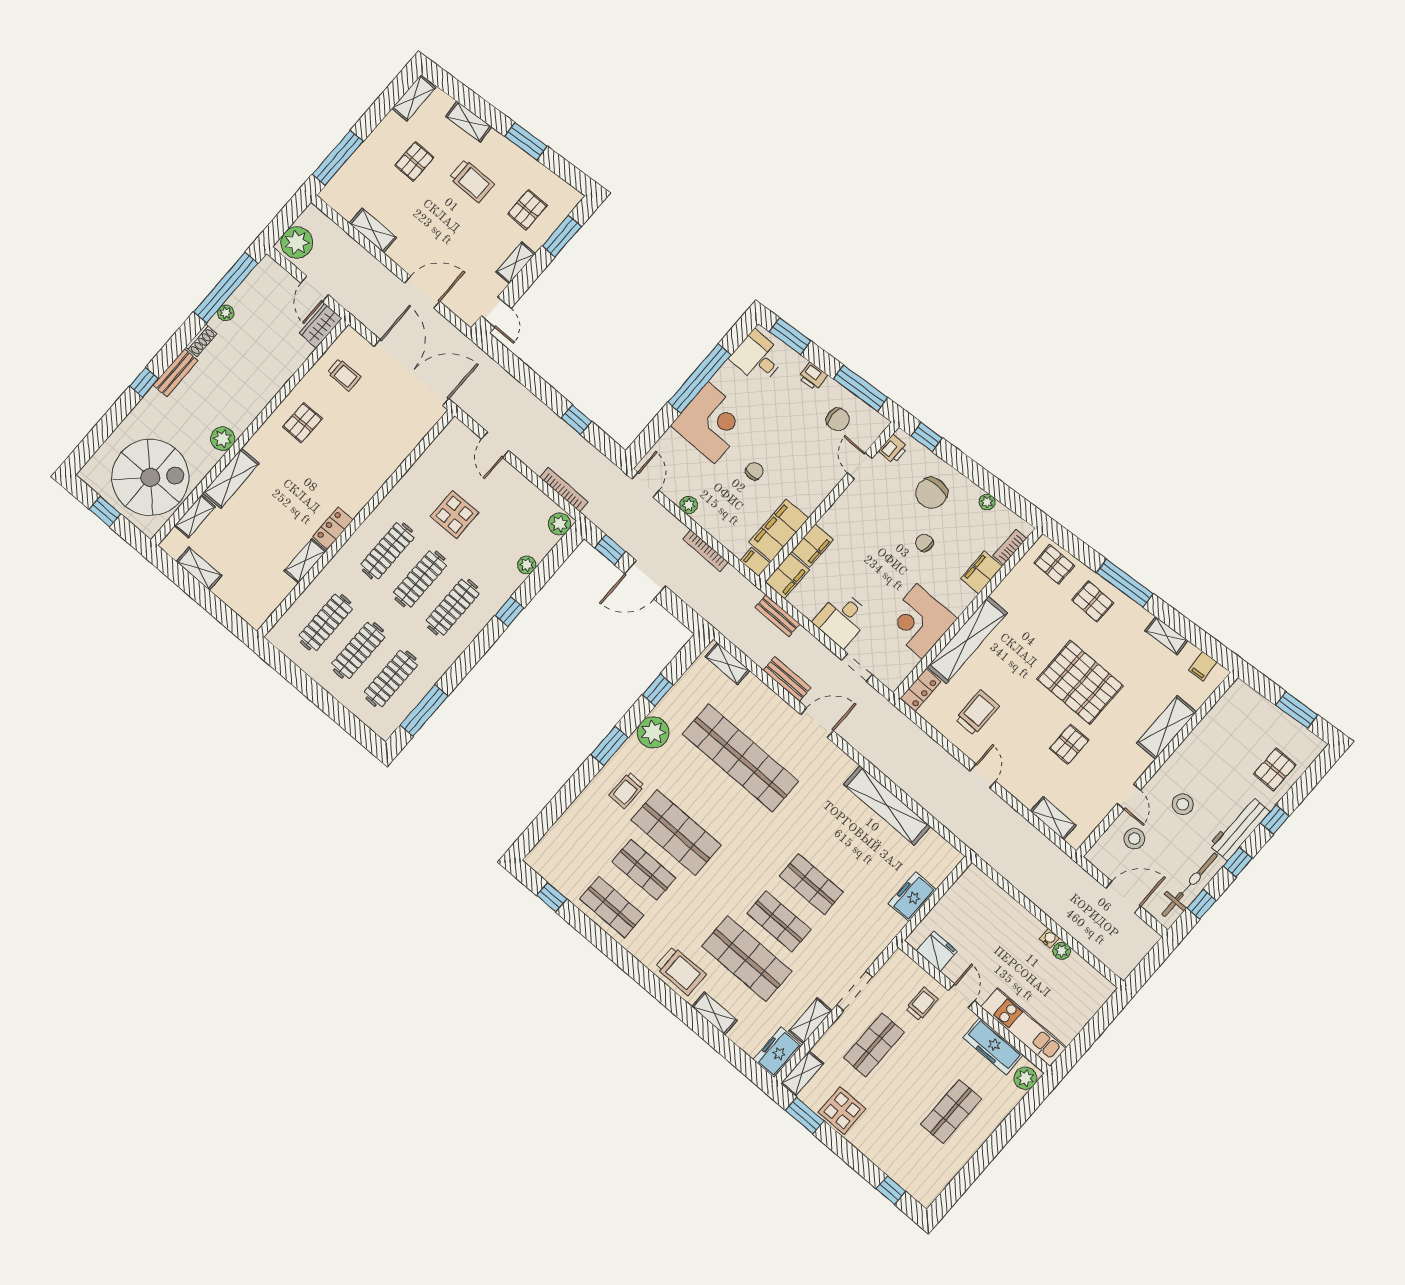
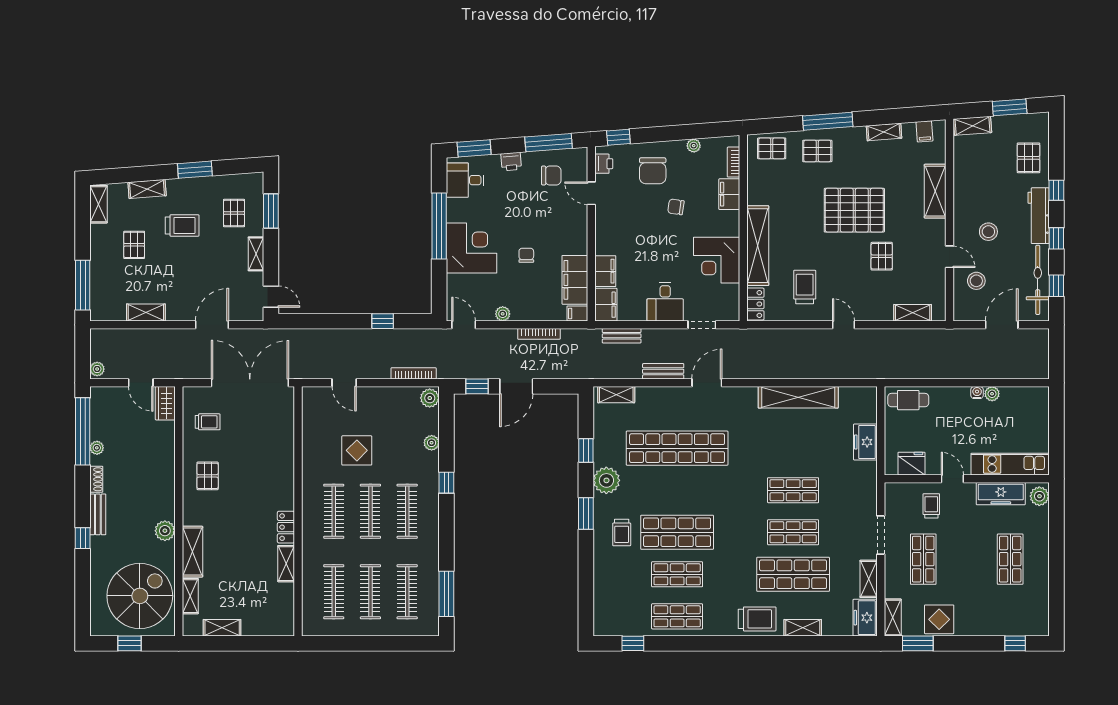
plant: (297, 242) -> (97, 369), width x0.53, depth x0.53
shelving: (1250, 698) -> (972, 126), added
cafe table: (983, 892) -> (908, 400), added

